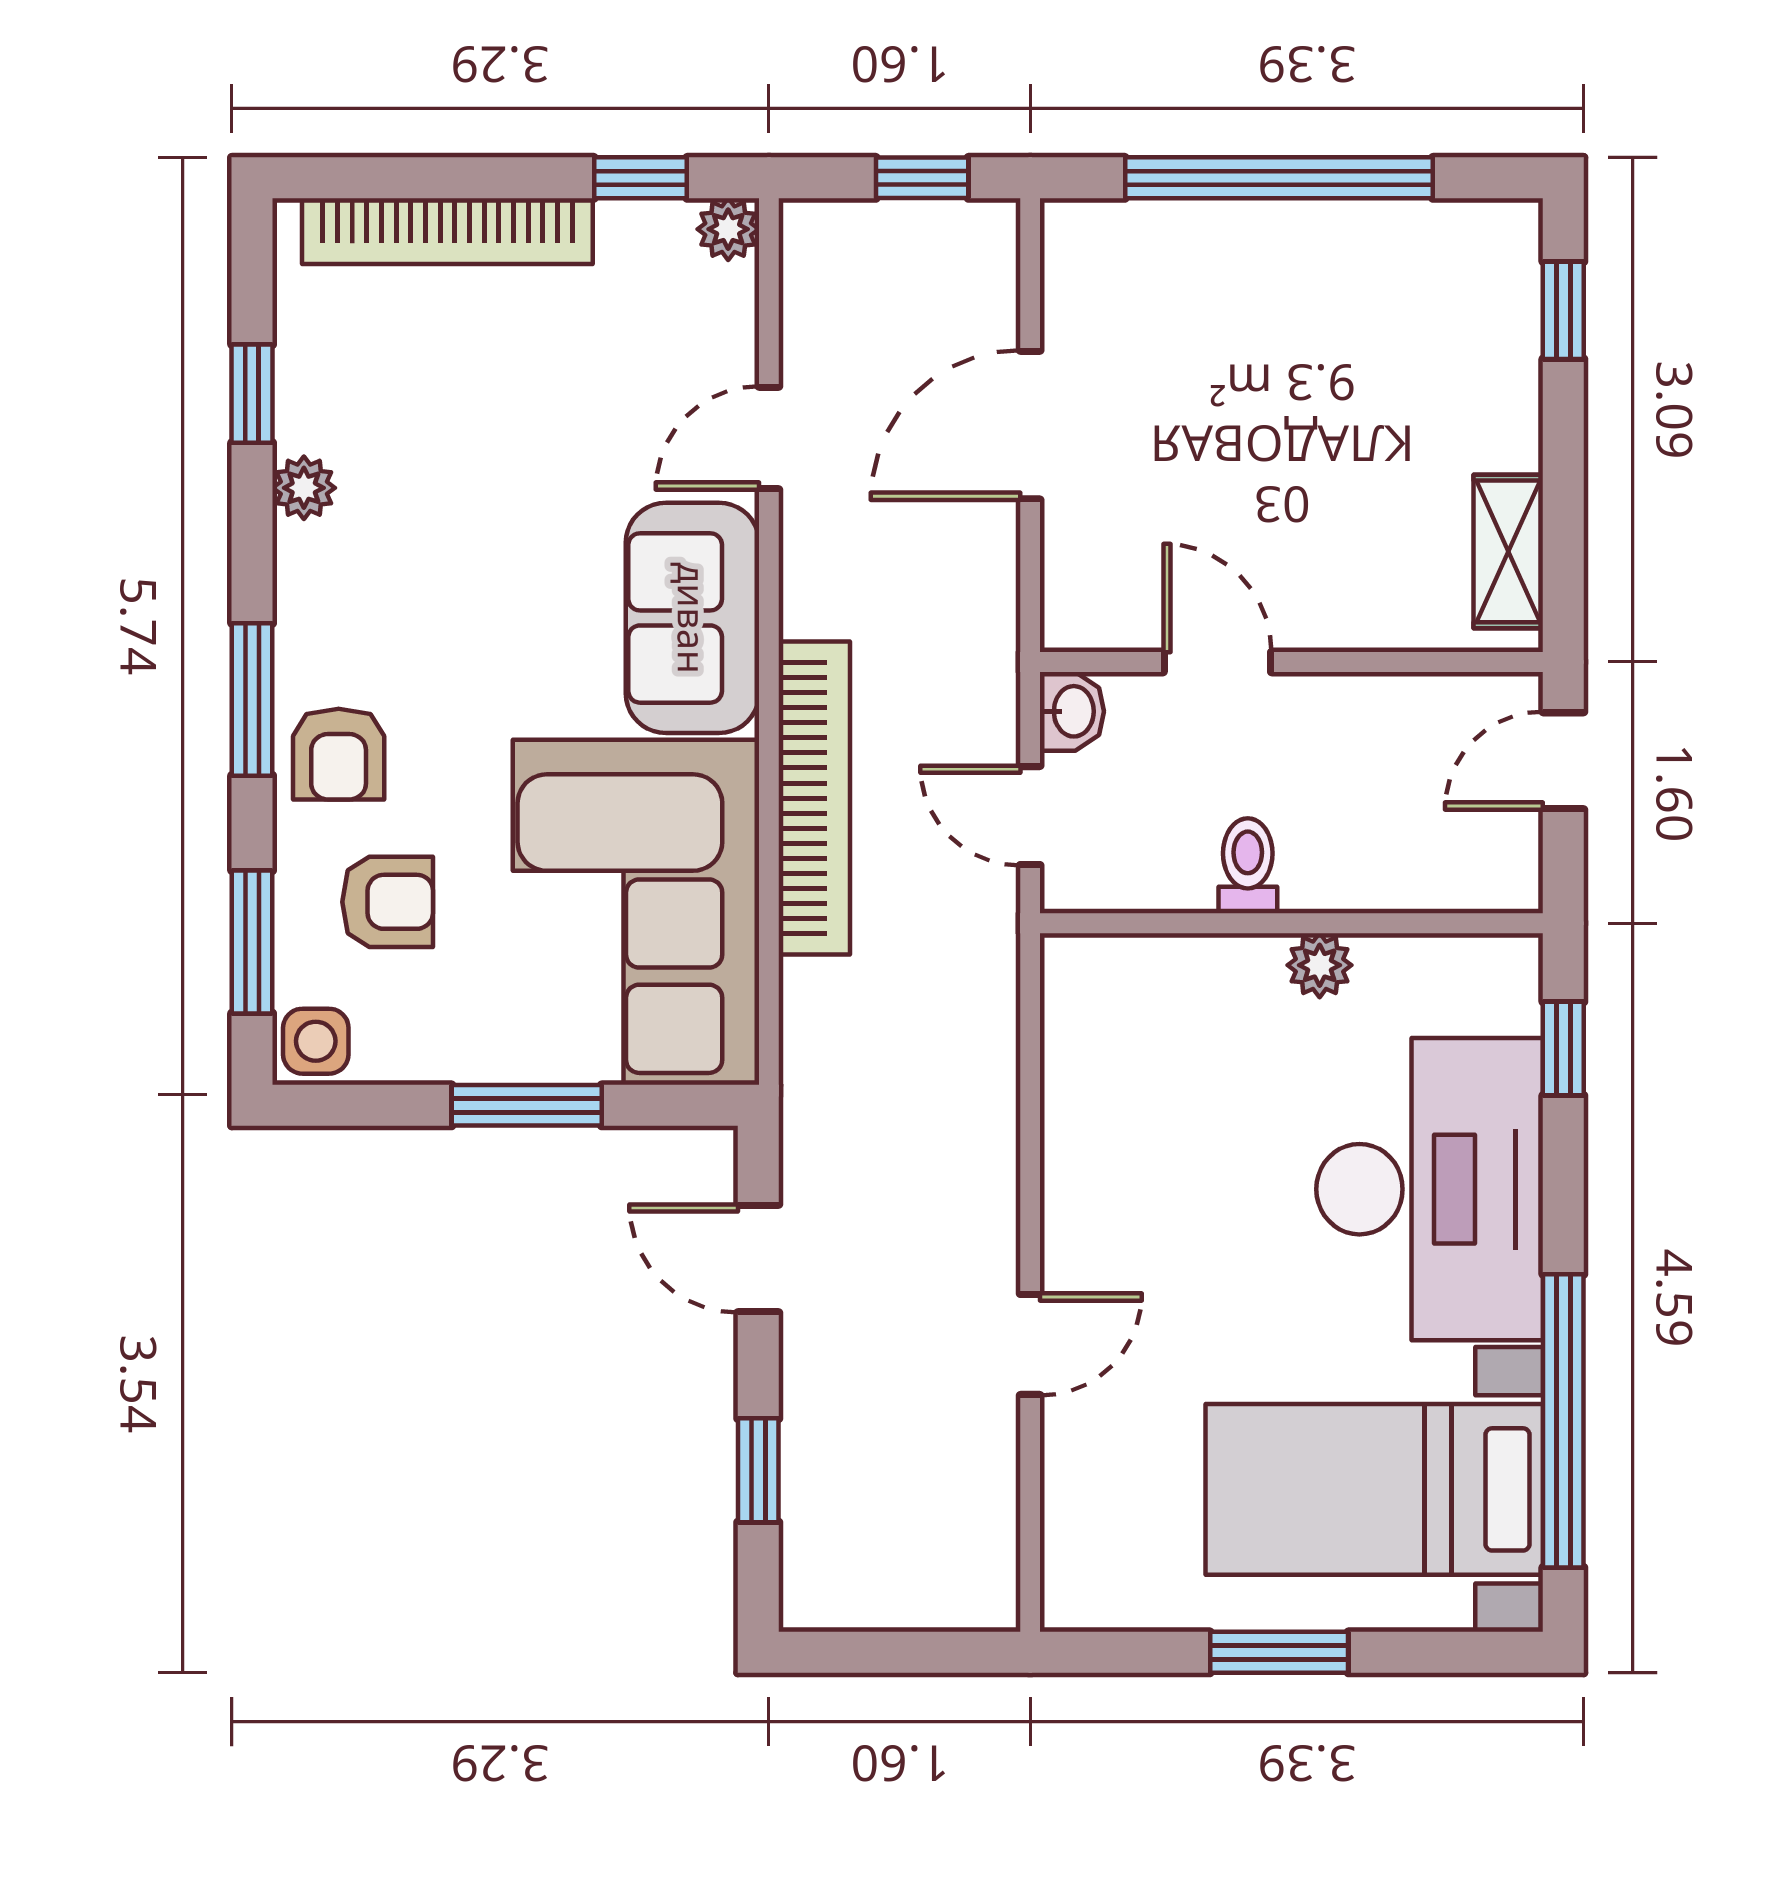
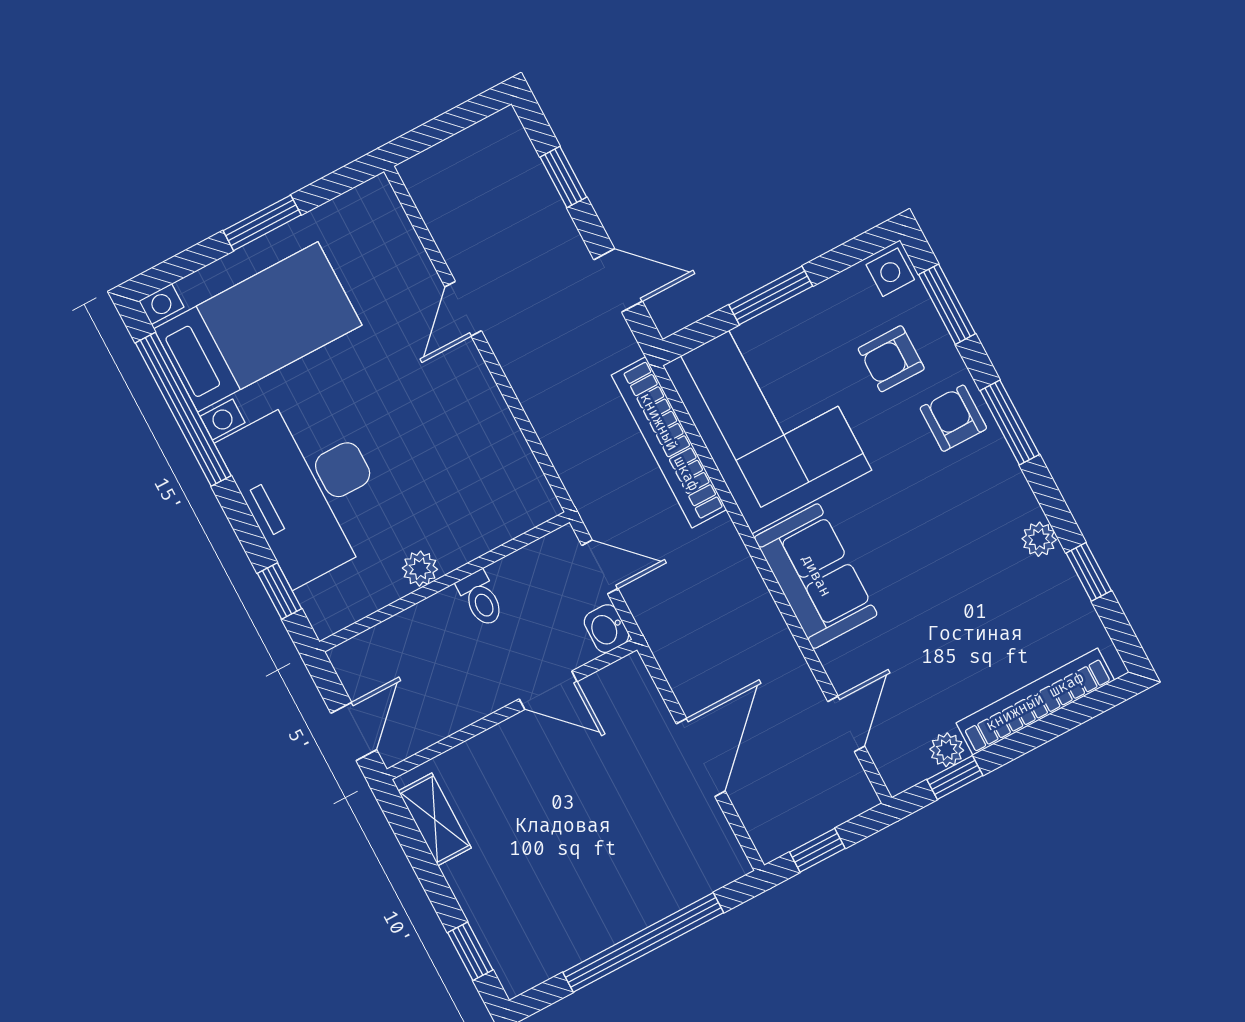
plant: (728, 229) -> (947, 750), moved
door: (769, 438) -> (846, 724), moved
bookcase: (814, 798) -> (669, 442), moved

